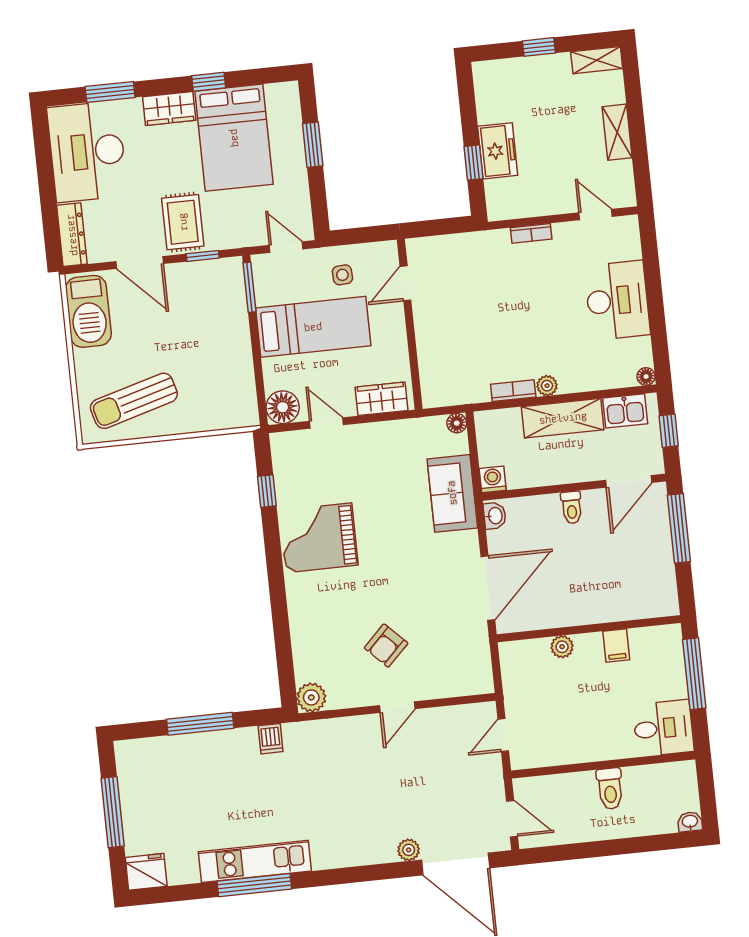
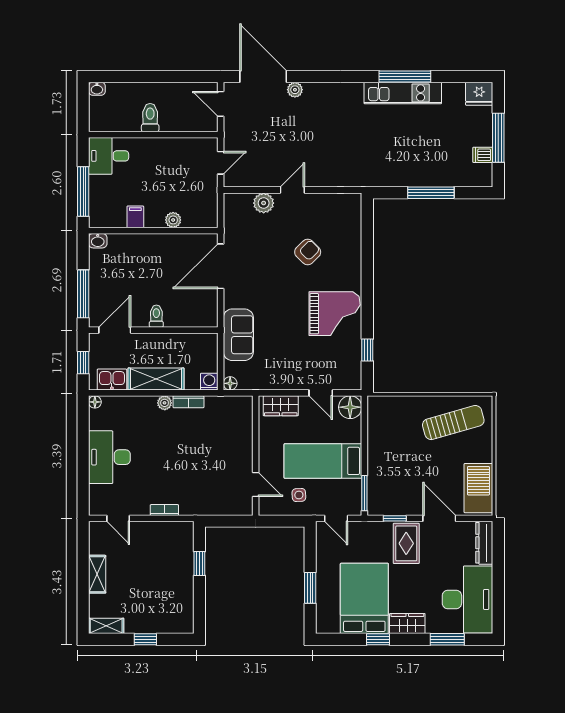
freezer: (498, 151) -> (182, 570), removed
door: (405, 283) -> (256, 484), hinge flipped
washing machine: (493, 479) -> (209, 382), moved, turned 180
washbasin: (495, 516) -> (98, 241), moved, turned -90
armchair: (386, 646) -> (308, 252), moved
plant: (311, 697) -> (264, 203), moved
dishwasher: (271, 739) -> (483, 155), moved, turned -90

